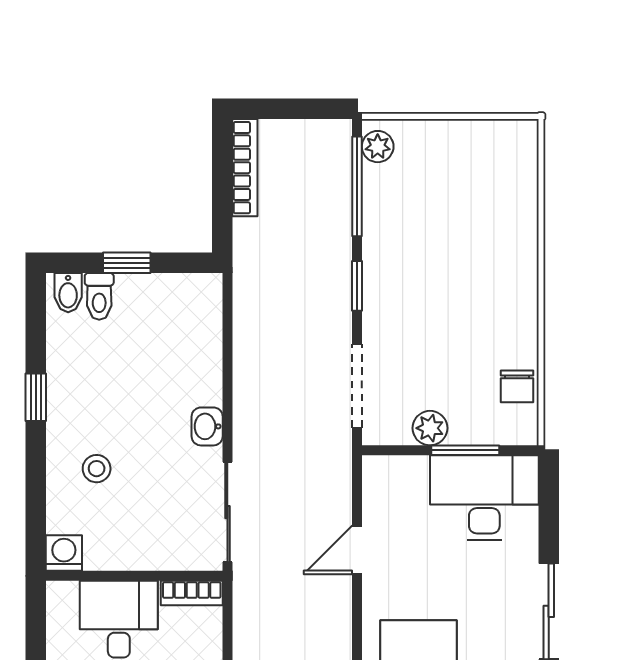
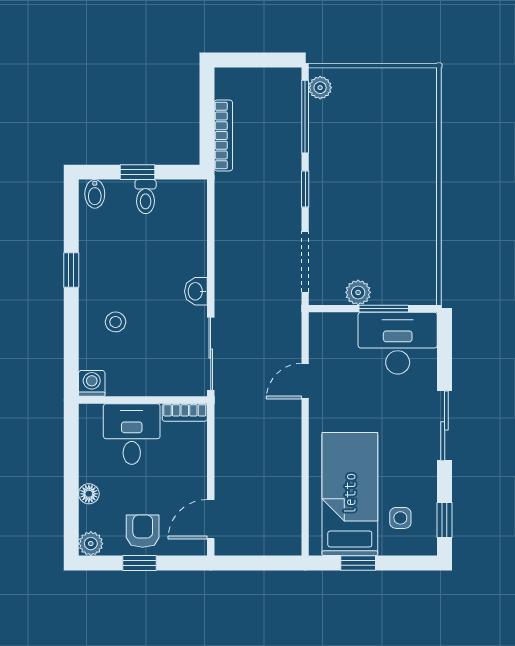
bookcase: (245, 168) -> (223, 135), moved
toilet: (99, 296) -> (146, 197), moved
chair: (517, 386) -> (421, 262), removed

